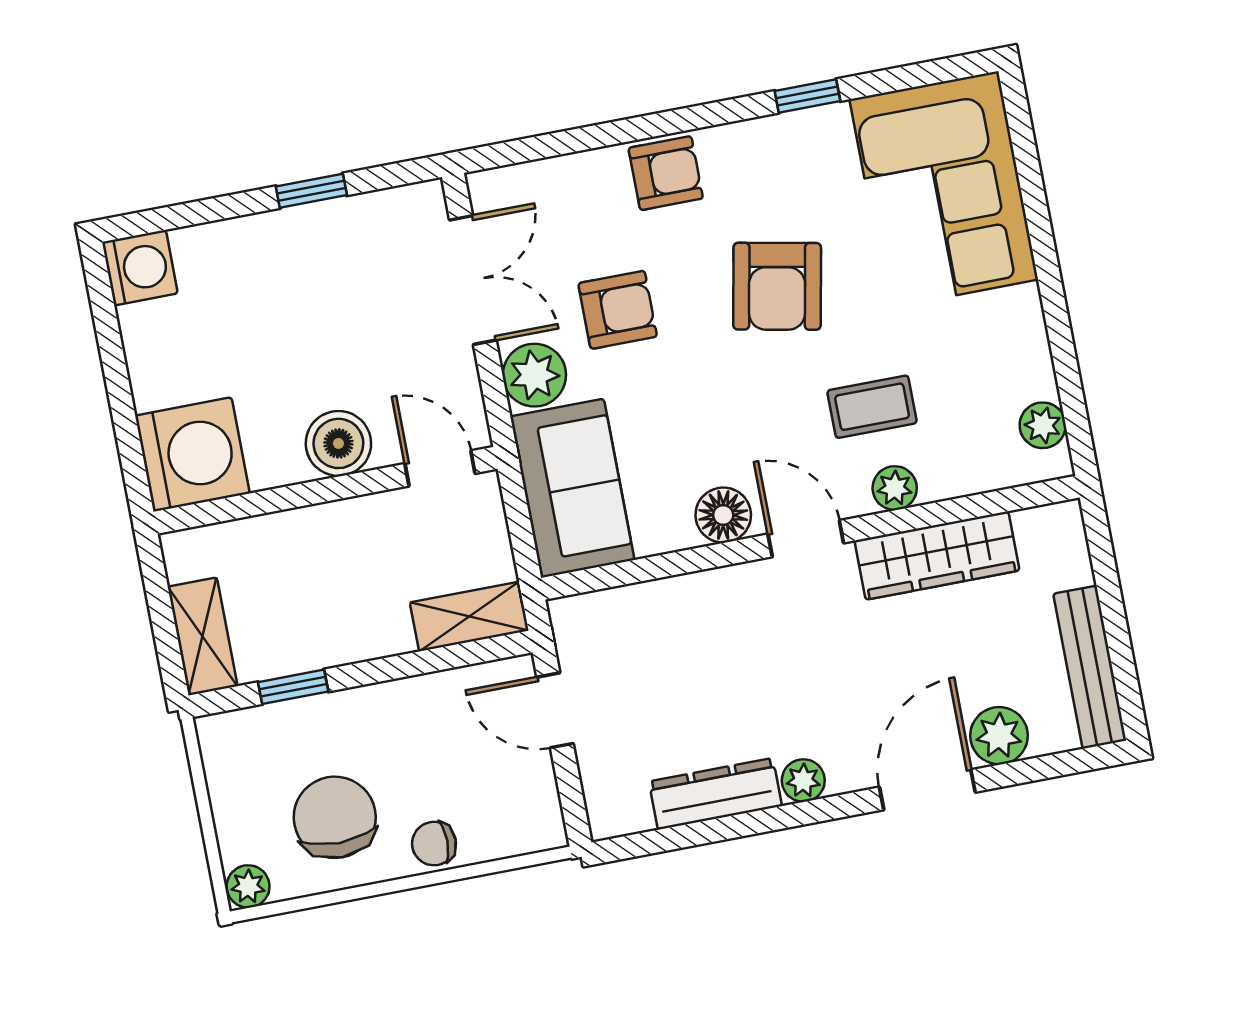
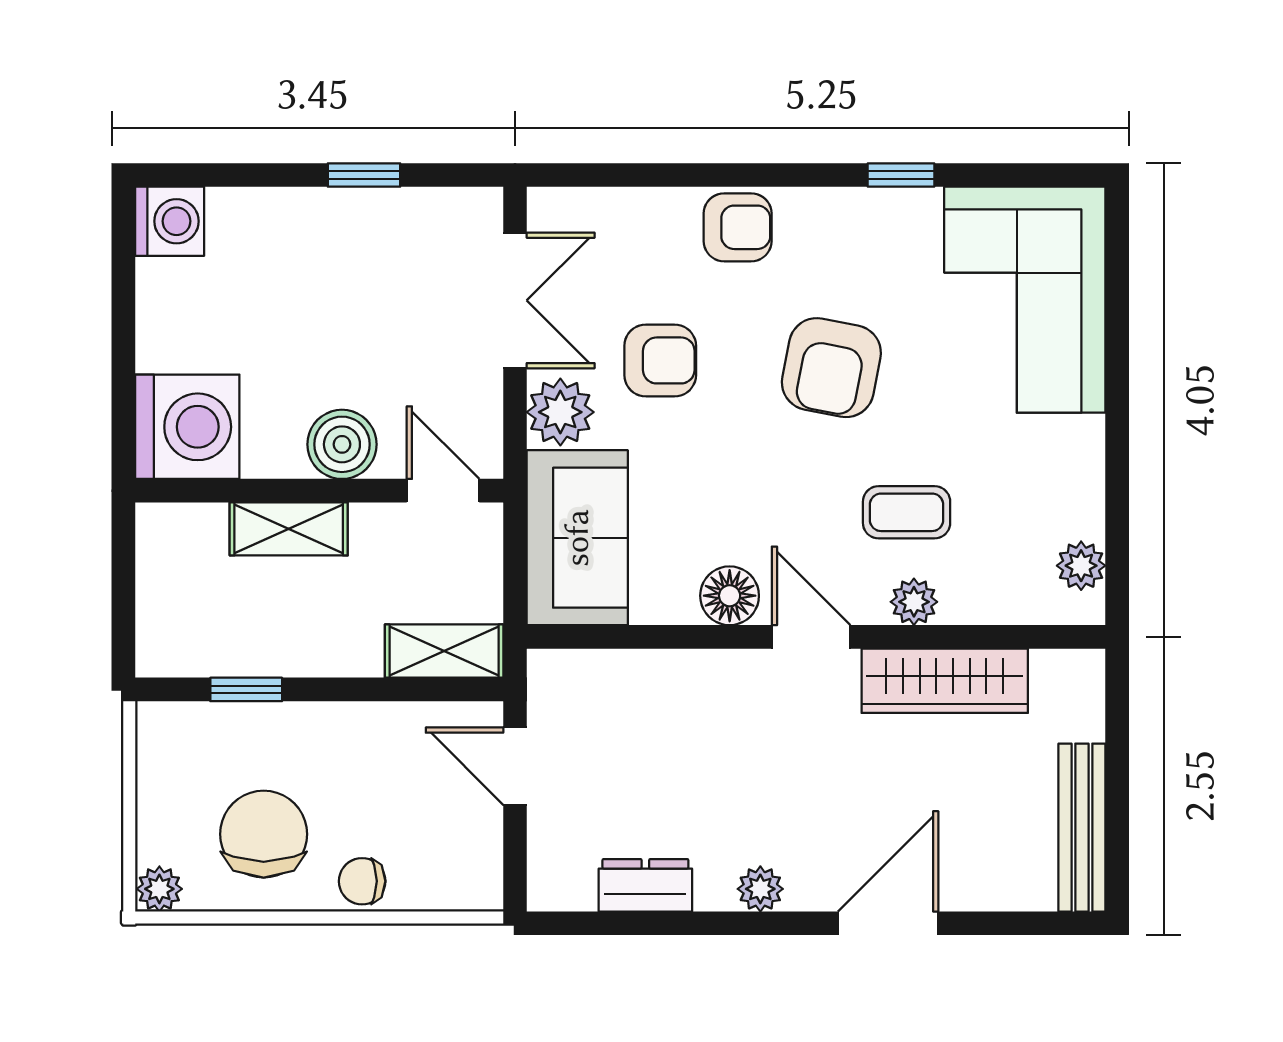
shelving: (203, 636) -> (289, 529), moved, turned 90
plant: (999, 736) -> (974, 881), removed
dresser: (715, 794) -> (645, 885), width x0.70

